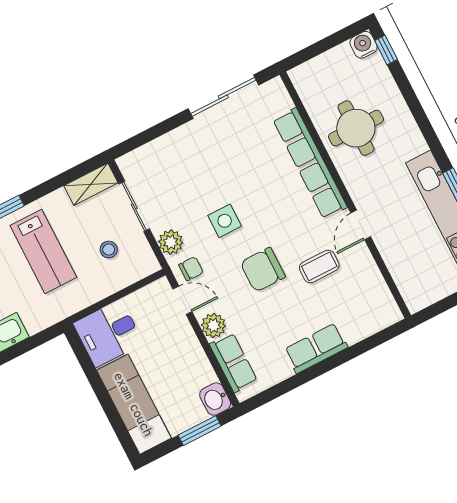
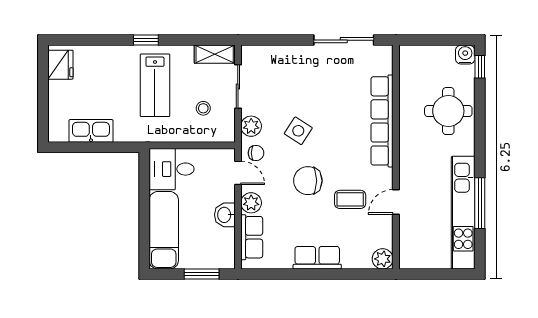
round table: (356, 128) -> (448, 111), moved
side table: (225, 221) -> (298, 131), turned 33
door: (361, 225) -> (396, 202), moved
plant: (388, 313) -> (383, 259), added
washbasin: (215, 399) -> (225, 215), moved

